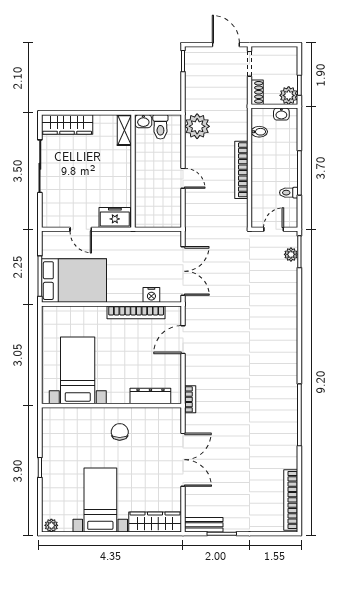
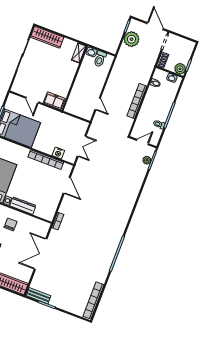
plant: (197, 126) -> (131, 39), moved
door: (183, 178) -> (98, 104), moved
double door: (183, 271) -> (82, 146), width x0.73
door: (183, 340) -> (67, 185), swing flipped
dresser: (150, 396) -> (23, 206), moved
double door: (183, 460) -> (41, 254), swing flipped

